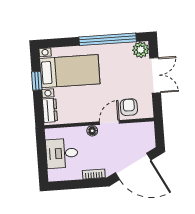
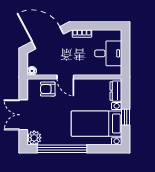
armchair: (129, 107) -> (48, 89), turned 90
door: (109, 122) -> (65, 77), hinge flipped
floor lamp: (92, 131) -> (32, 71), moved

